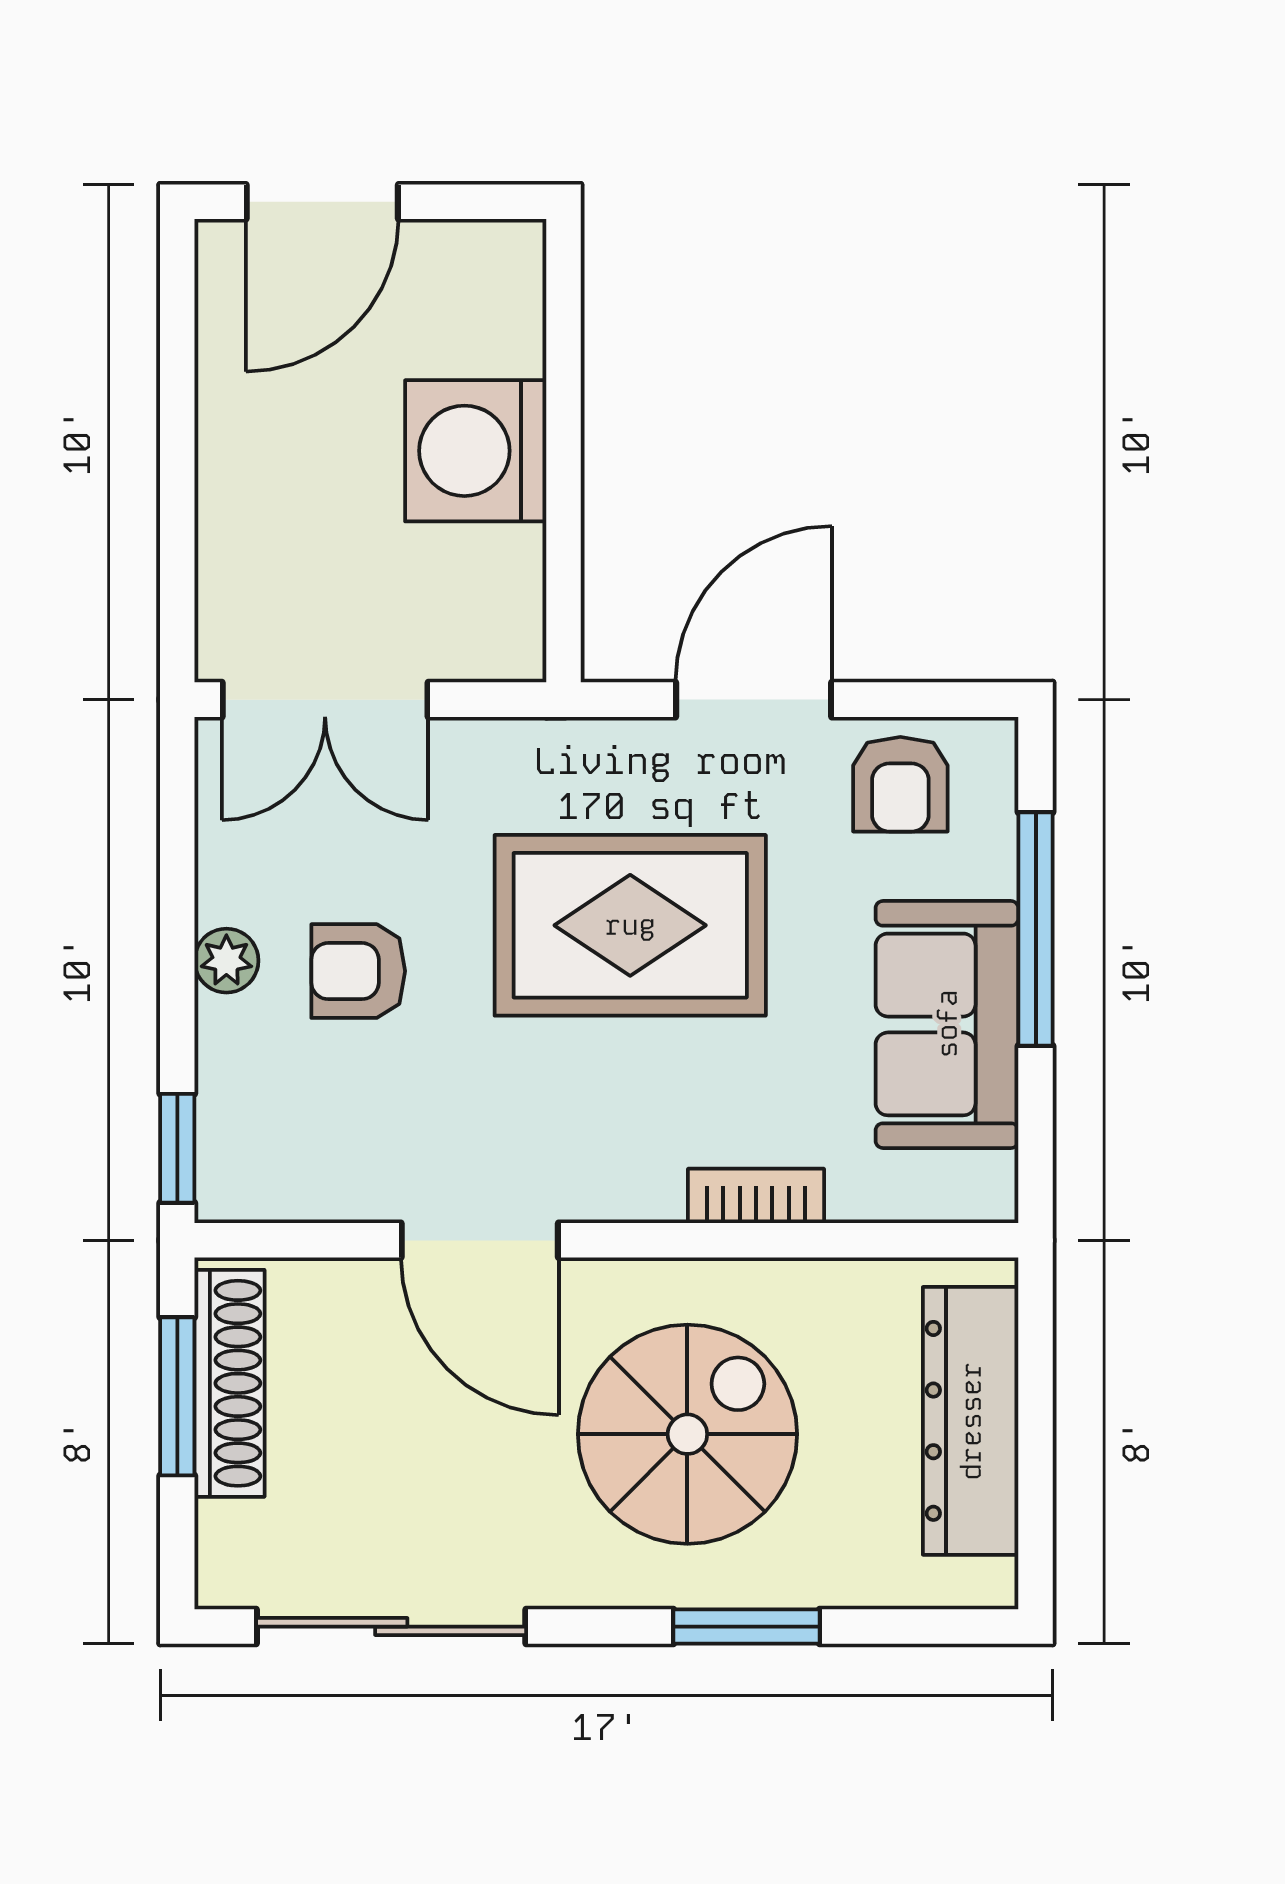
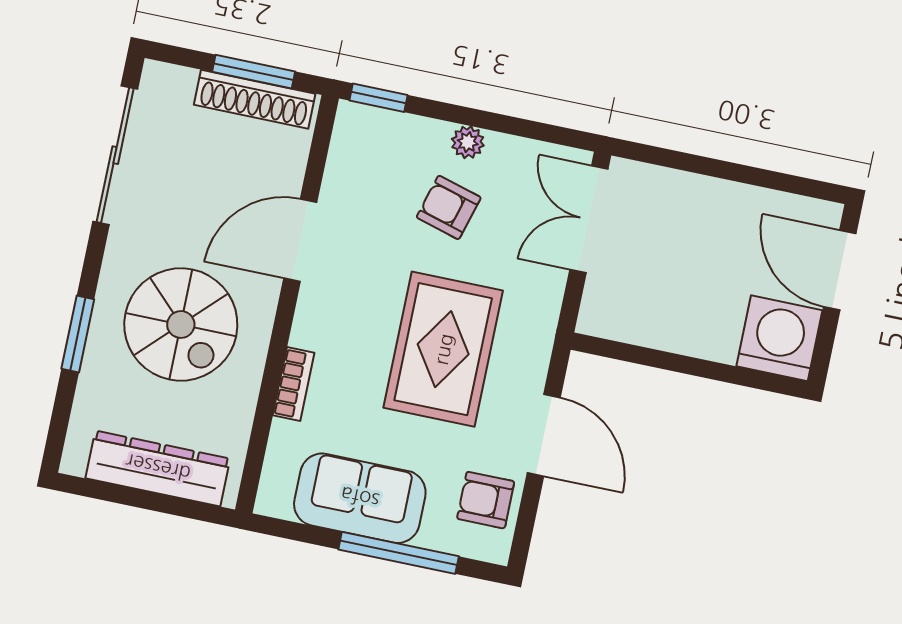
washing machine: (476, 451) -> (779, 338), moved
armchair: (358, 971) -> (449, 207), turned -74

